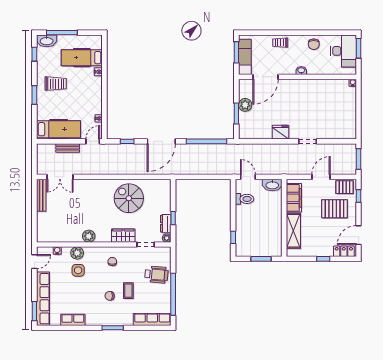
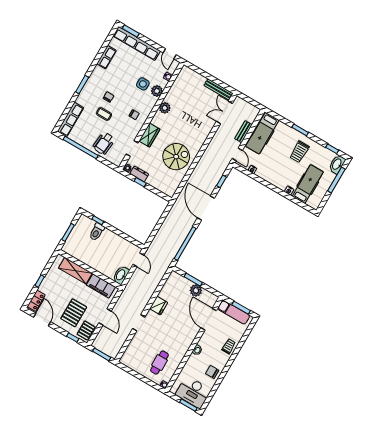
cafe table: (334, 99) -> (159, 363), added
door: (248, 177) -> (138, 260), hinge flipped
toilet: (245, 199) -> (97, 232), moved

